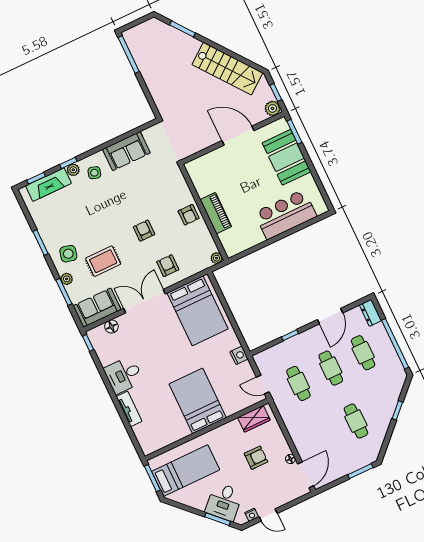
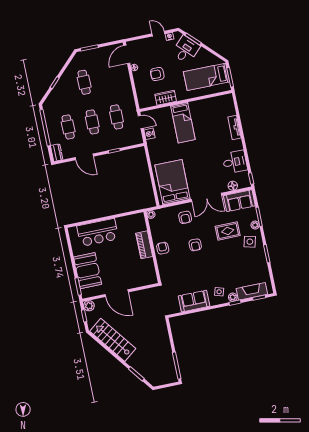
door: (330, 316) -> (84, 157), swing flipped
nightstand: (239, 355) -> (149, 134), moved
desk: (124, 375) -> (235, 162), moved
bed: (198, 401) -> (183, 123), width x0.67
wardrobe: (254, 419) -> (166, 98), moved

